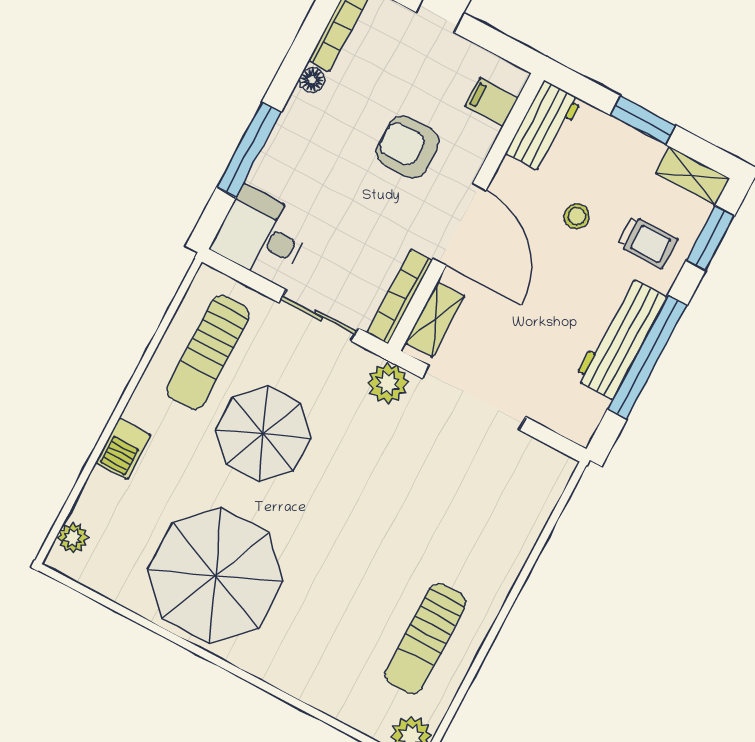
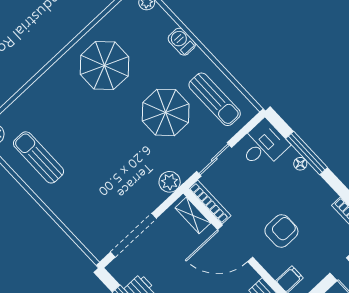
floor lamp: (312, 80) -> (300, 164), moved
sun lounger: (208, 352) -> (215, 99), turned 180
doorway: (474, 398) -> (133, 235), moved
parasol: (215, 575) -> (104, 66), width x0.73, depth x0.73

